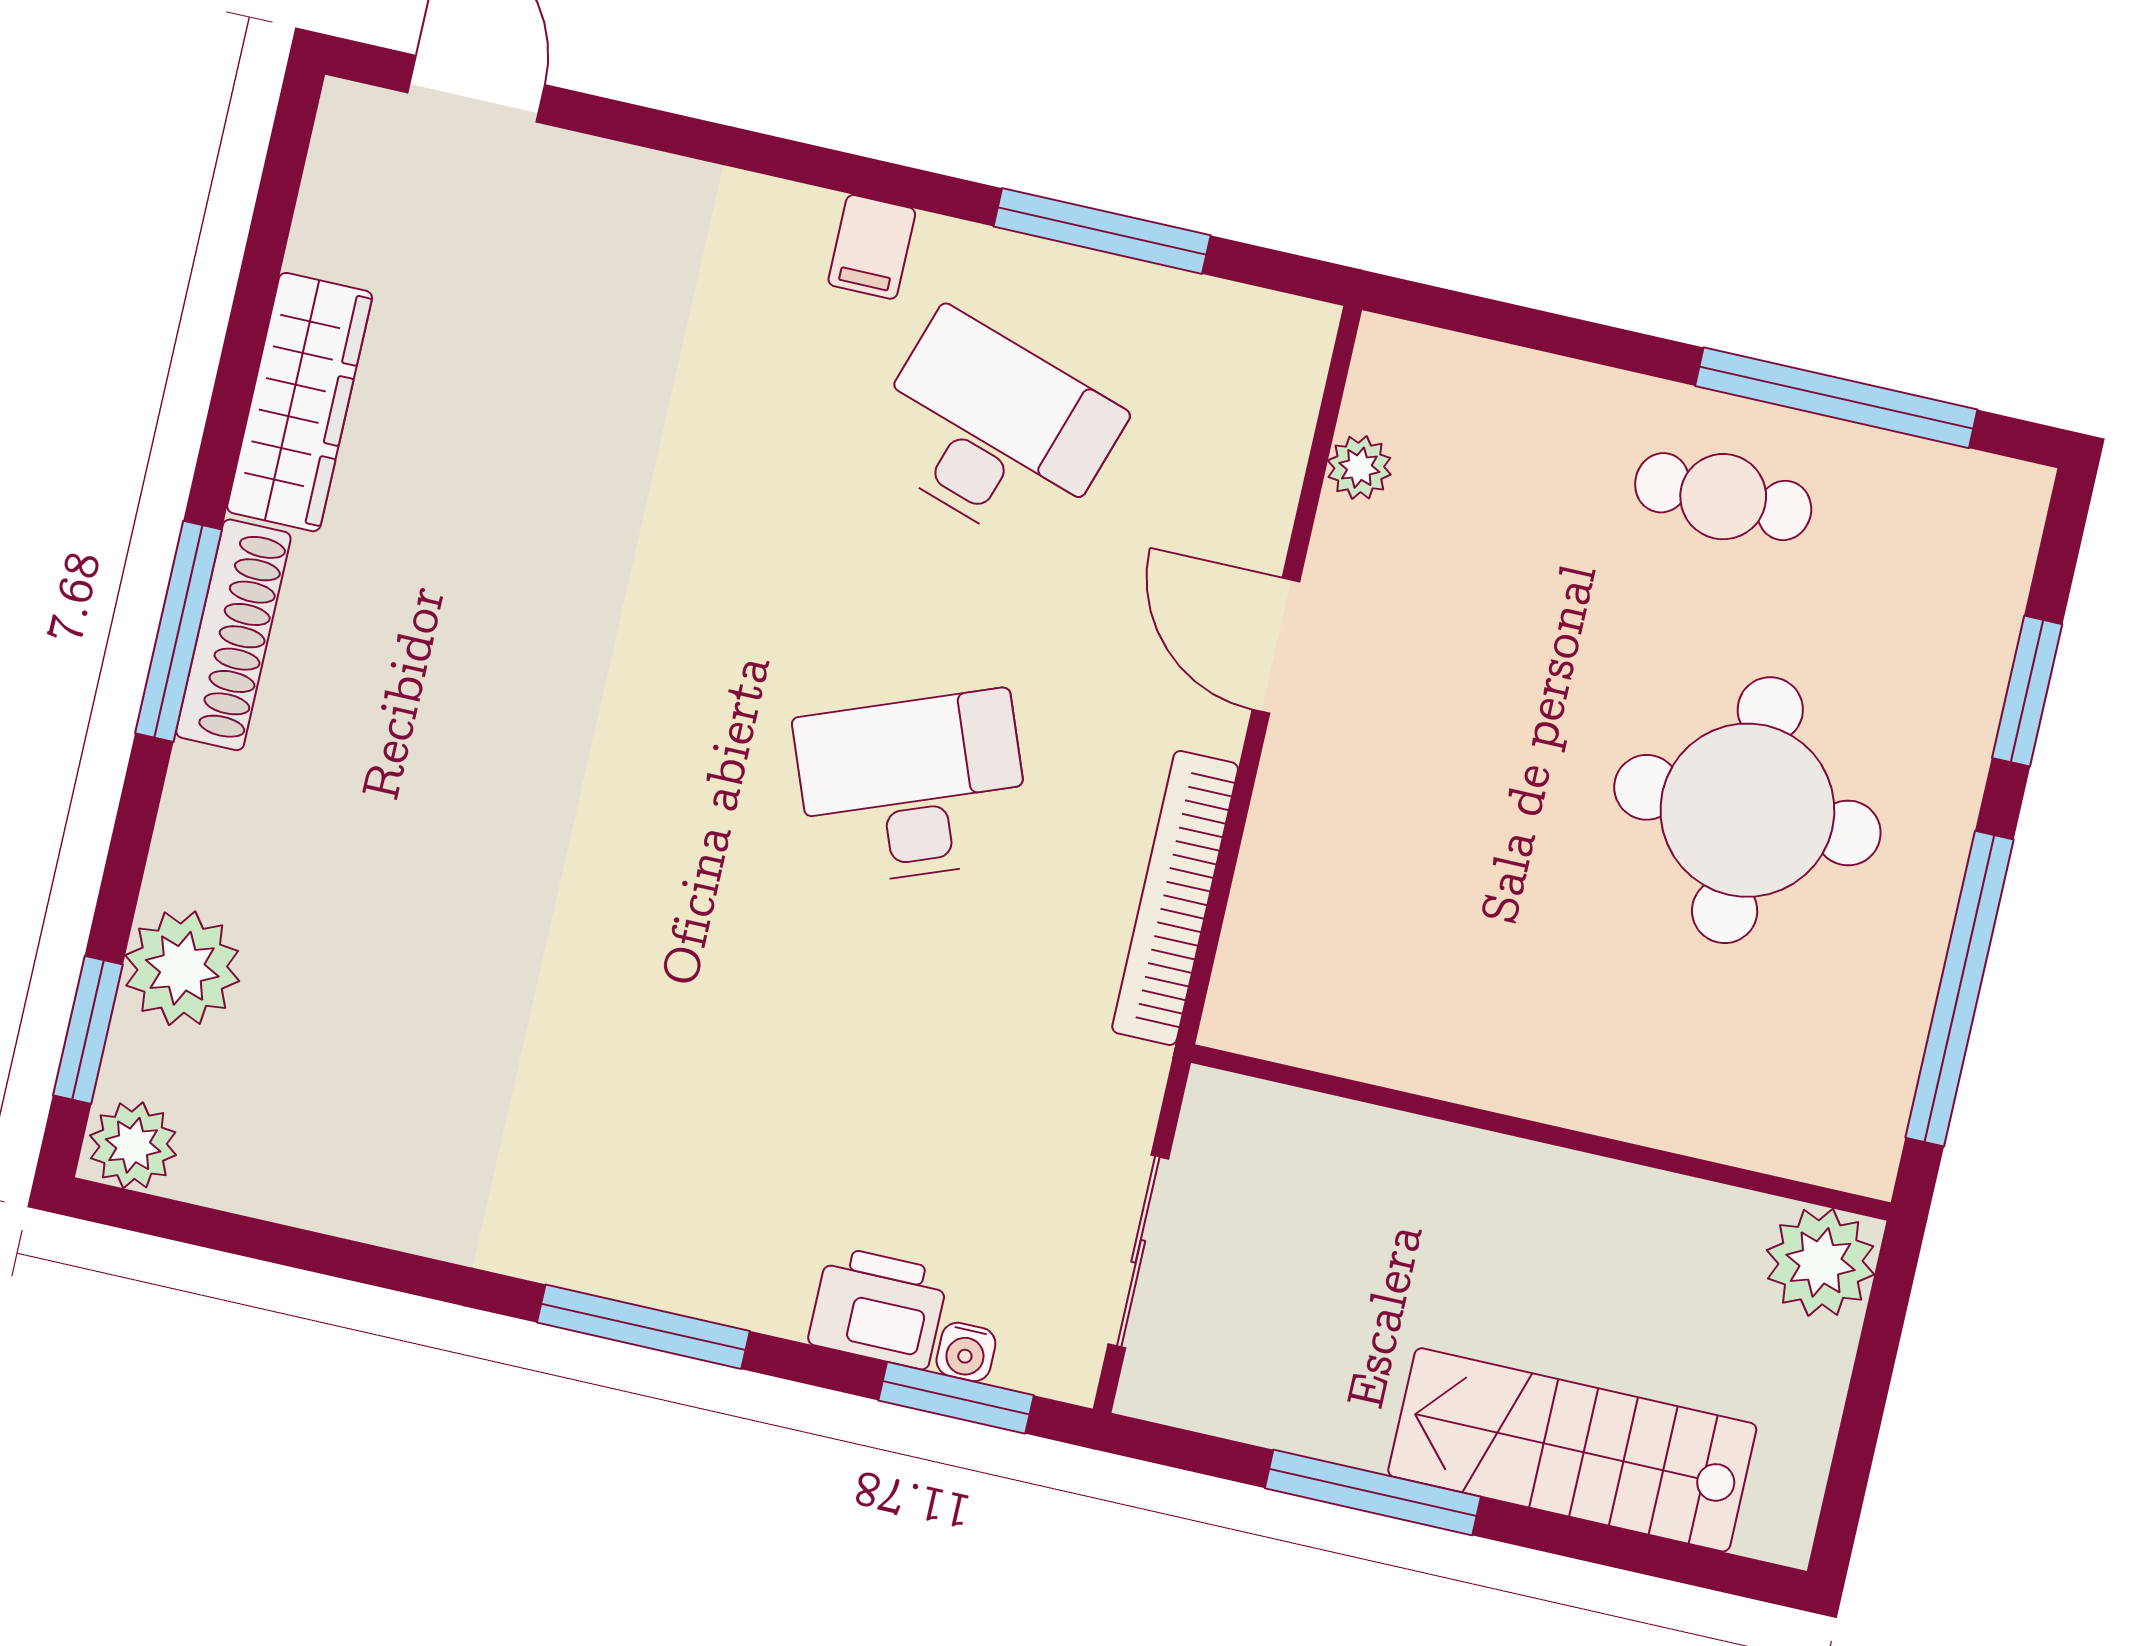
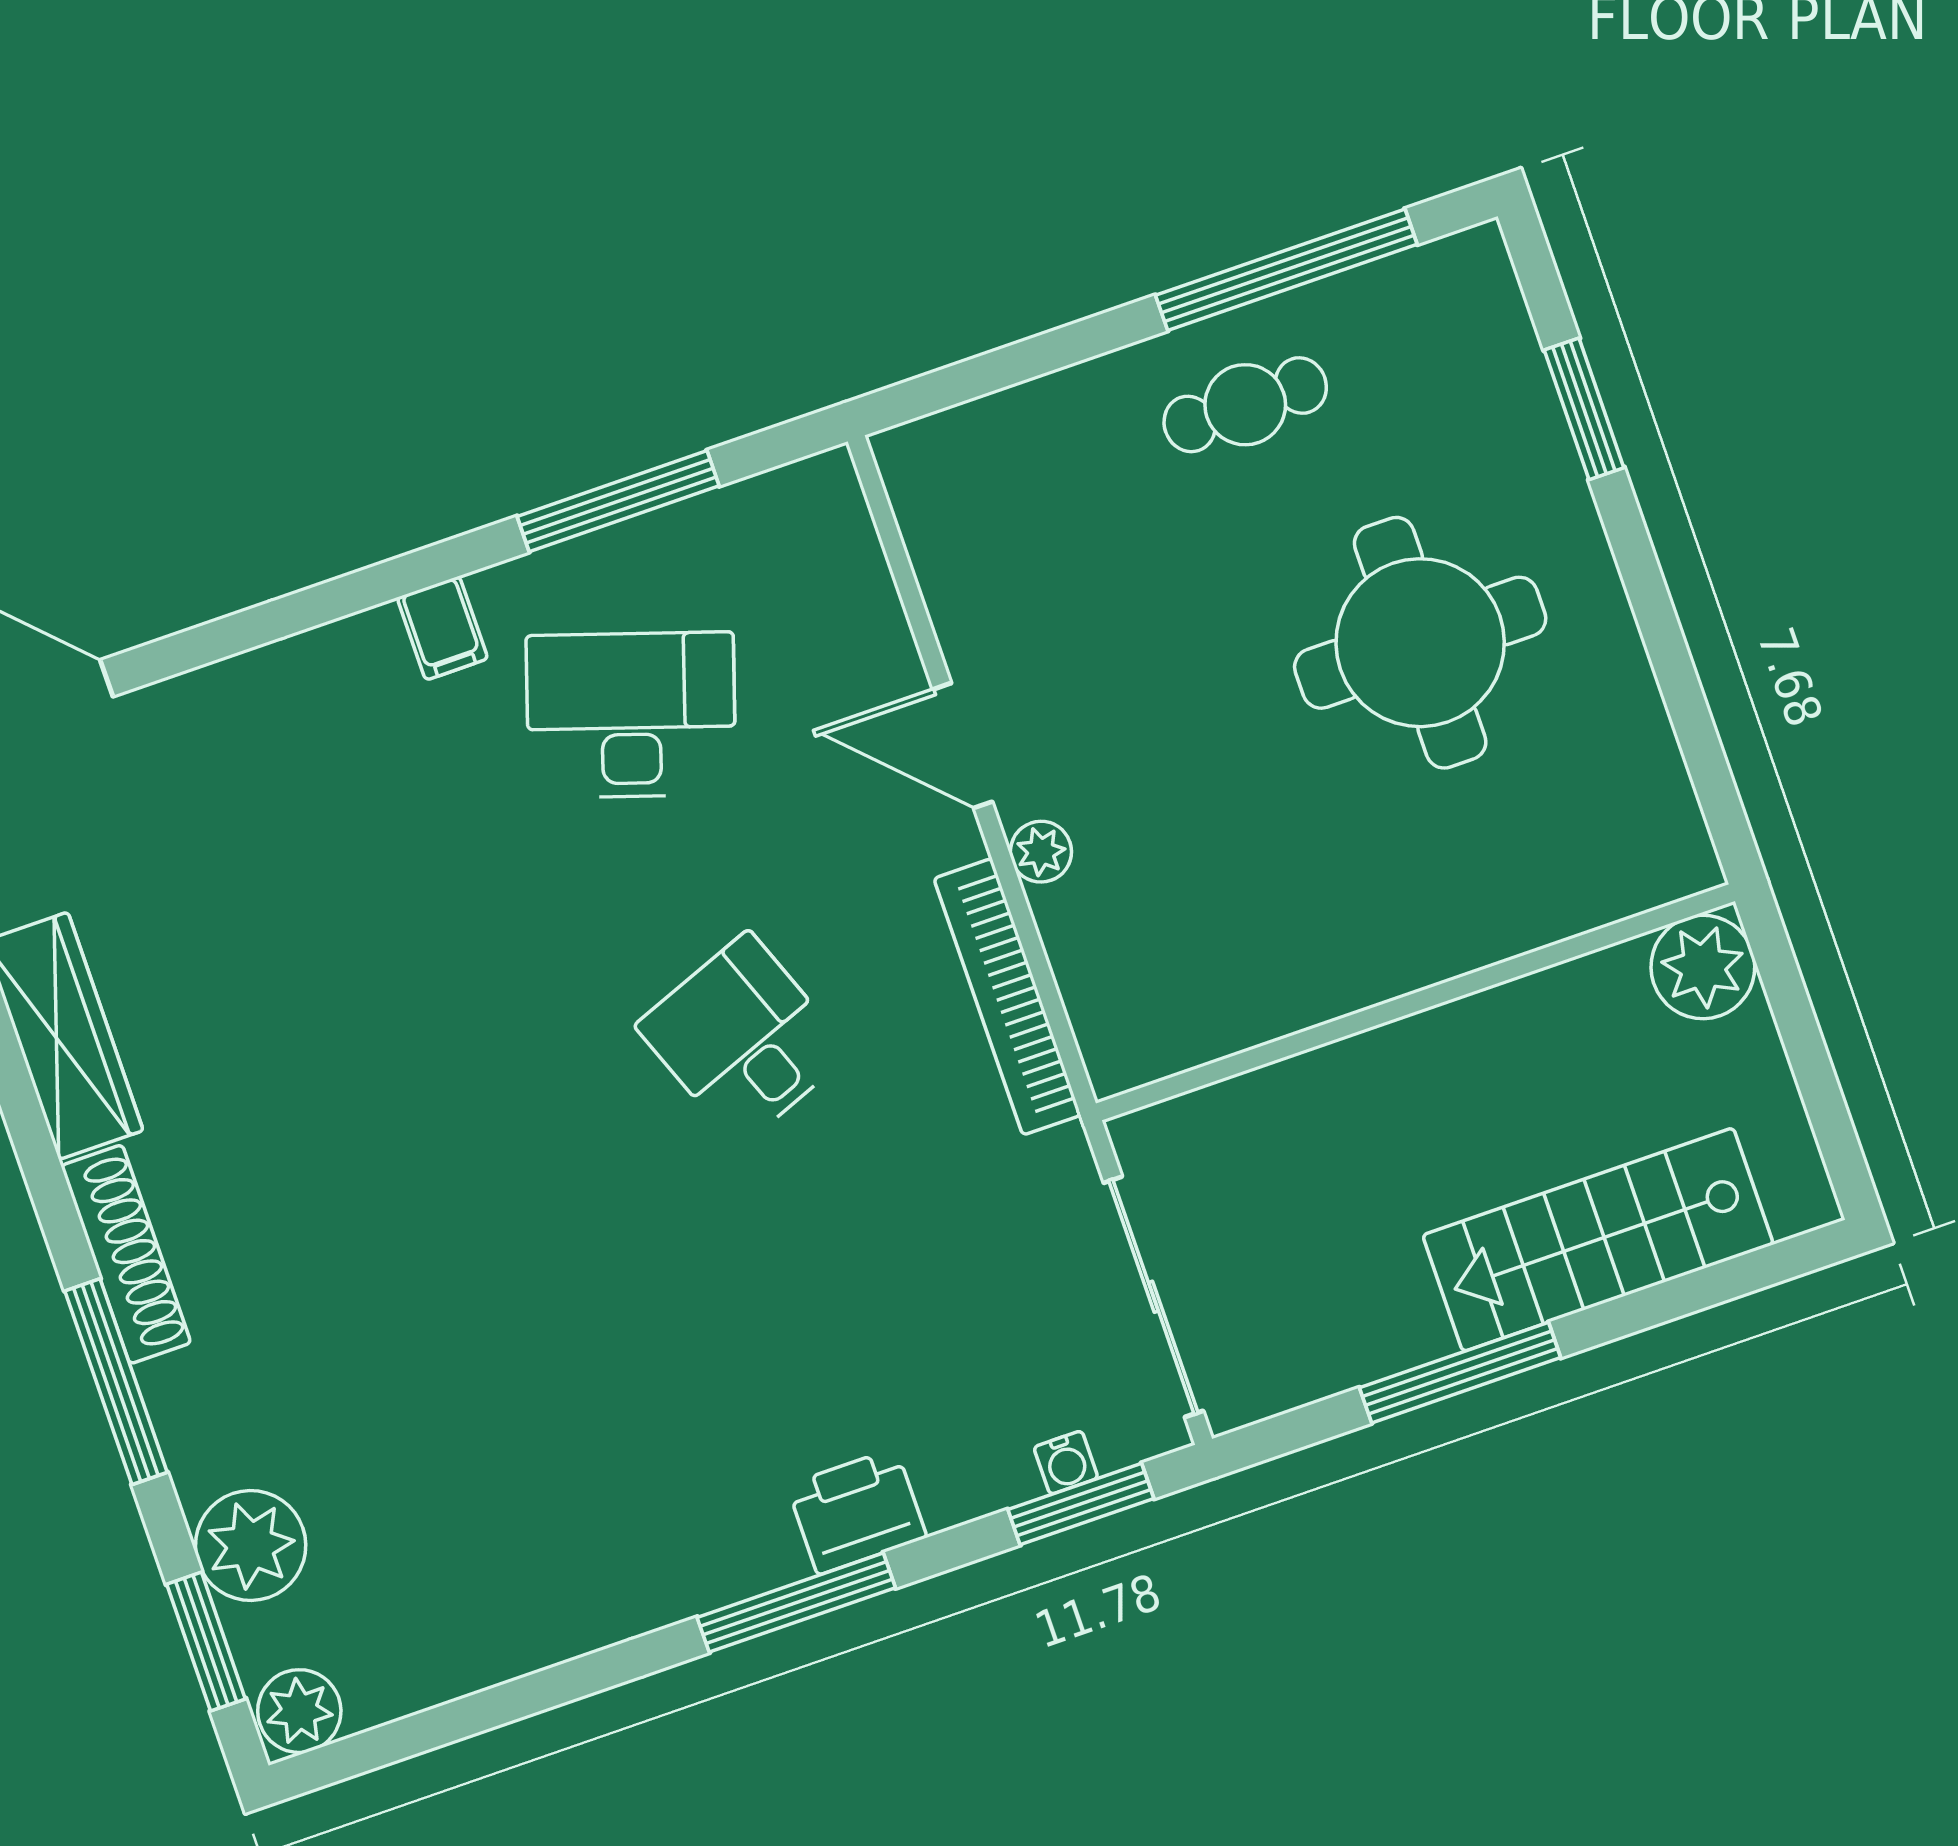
plant: (1359, 468) -> (1041, 852), moved
window: (178, 631) -> (116, 1382), moved
desk: (913, 788) -> (743, 1039), width x0.73
window: (1960, 989) -> (1678, 680), removed
sliding door: (1138, 1251) -> (1153, 1297), width x1.37
printer: (878, 1308) -> (857, 1511), moved

